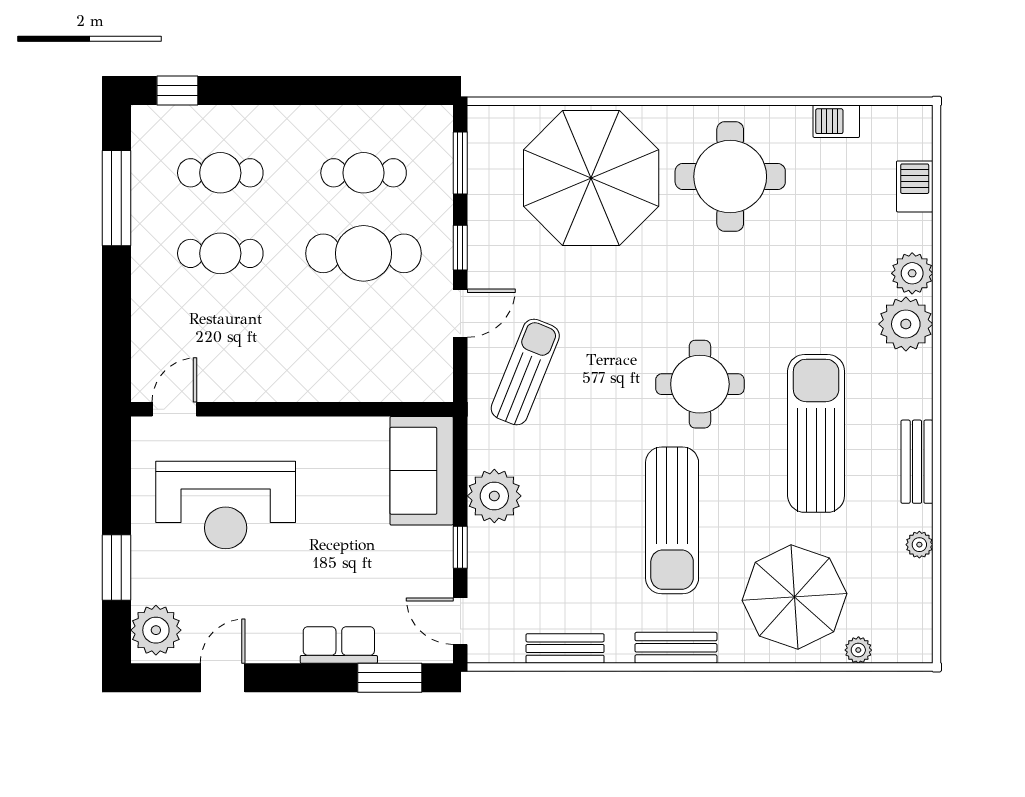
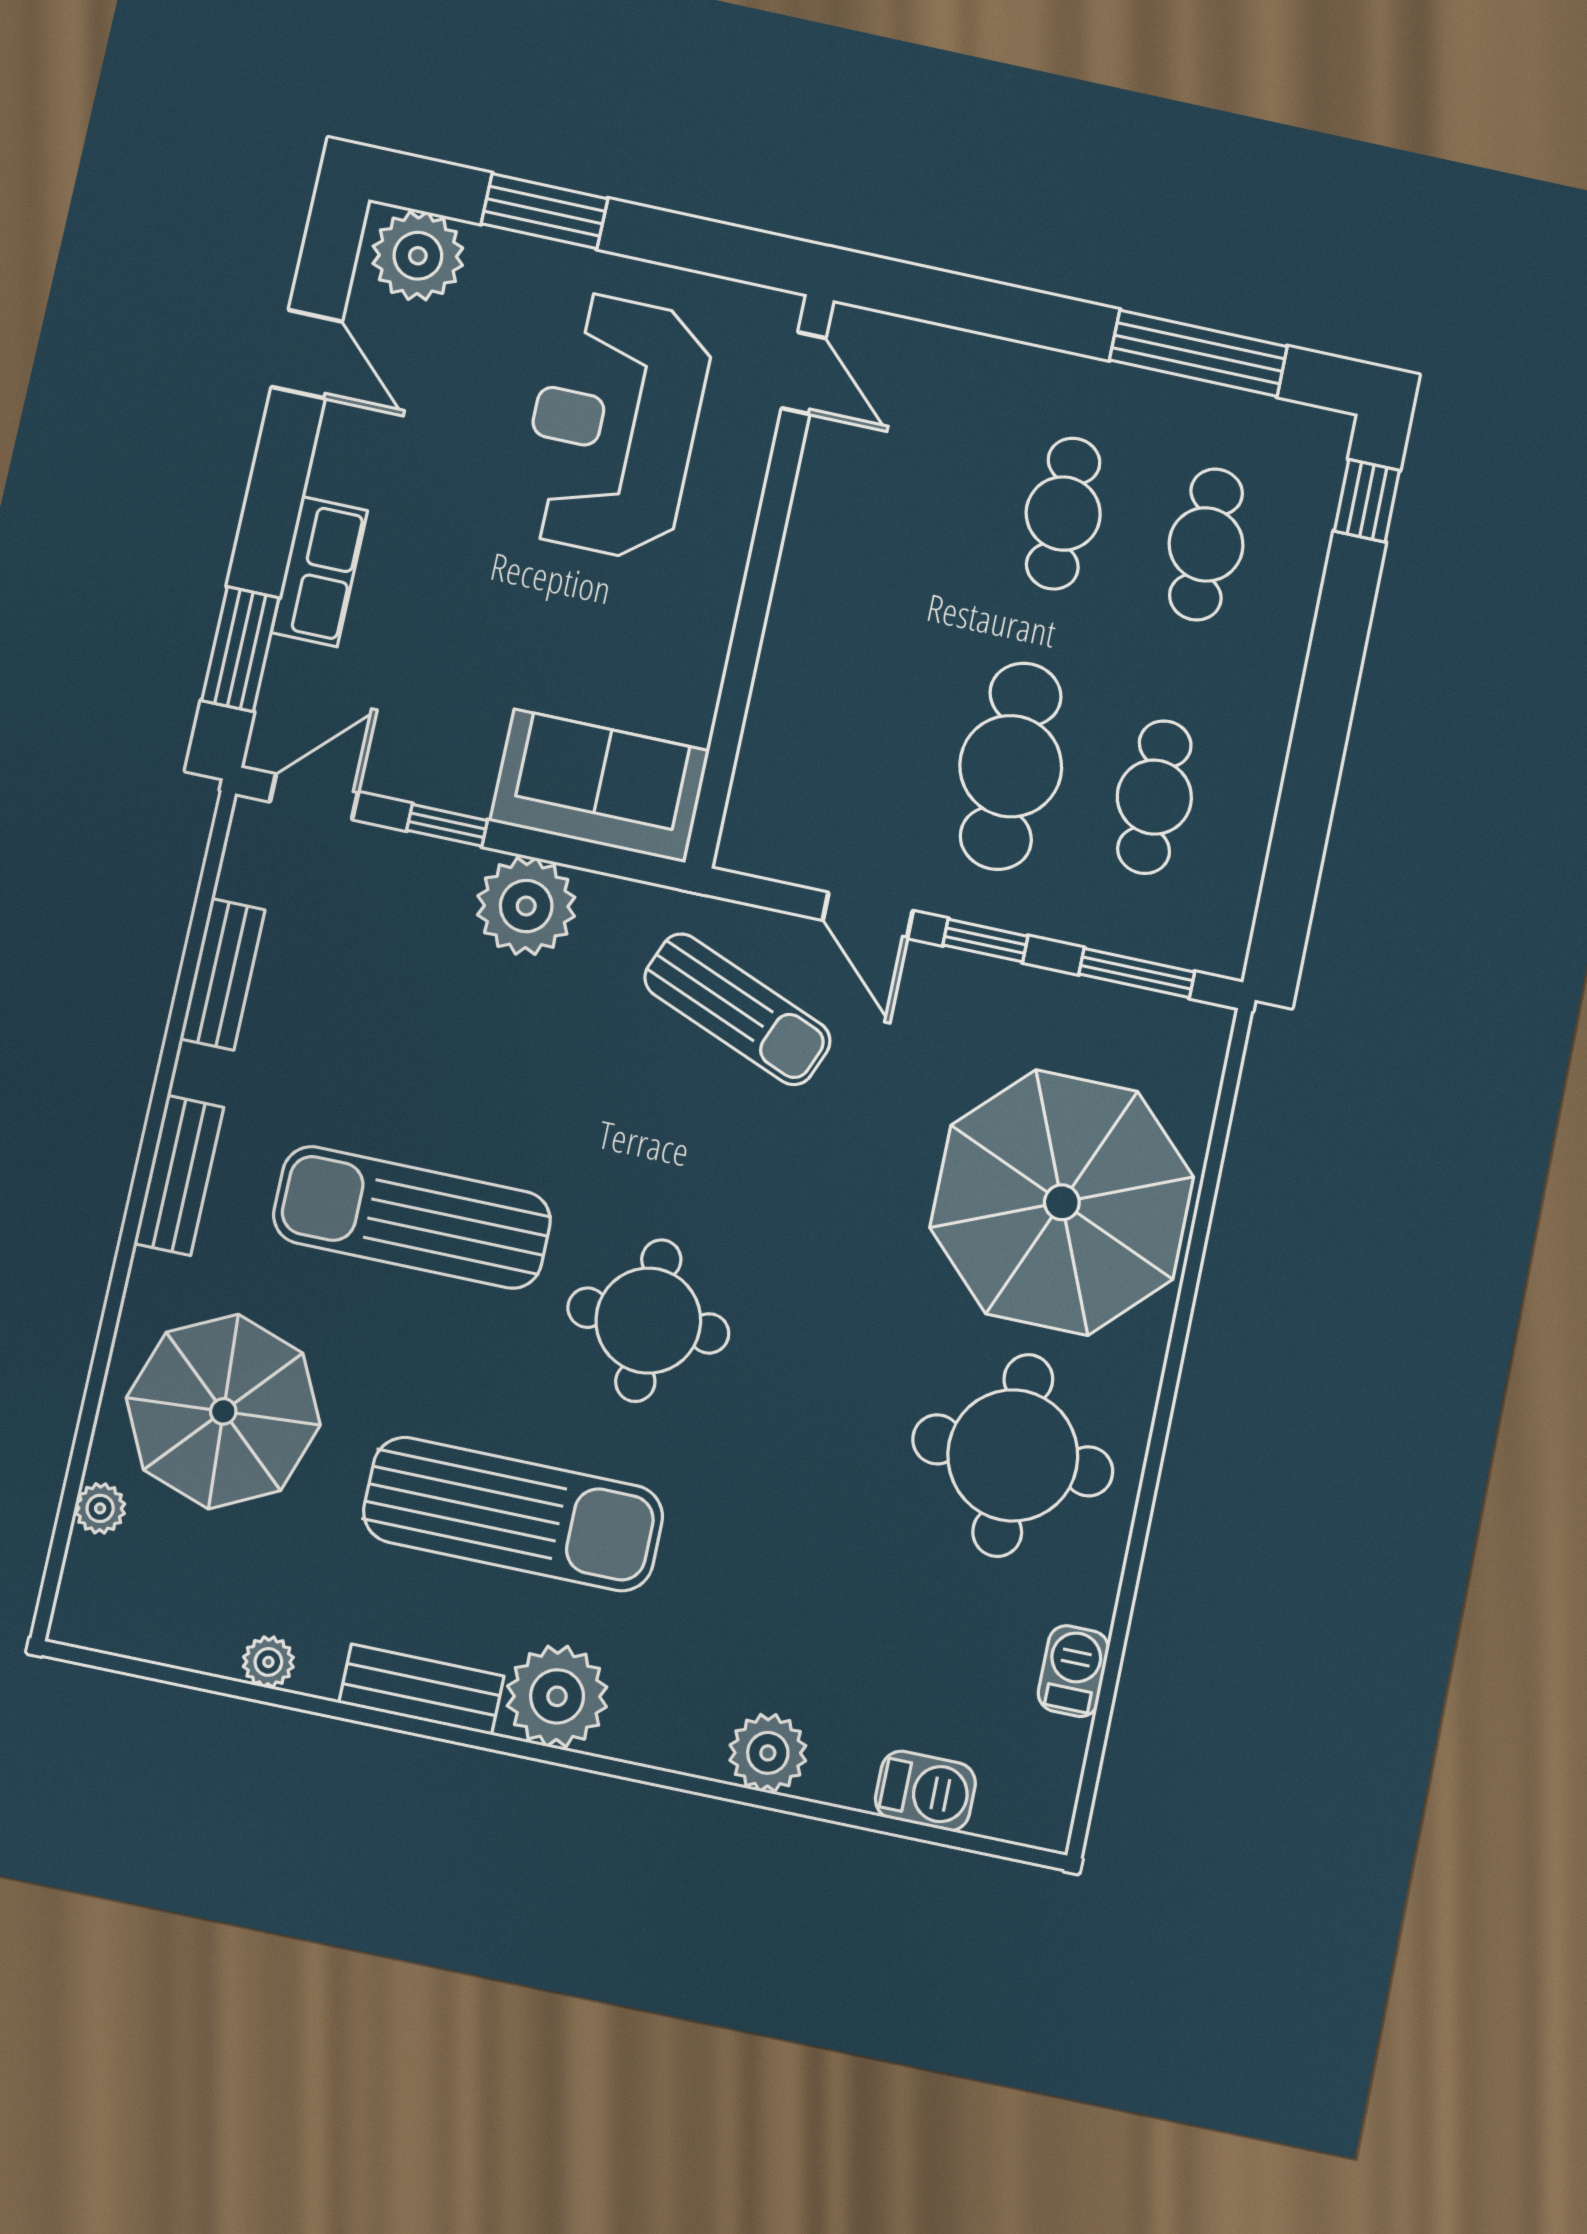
plant: (906, 324) -> (557, 1696), moved

